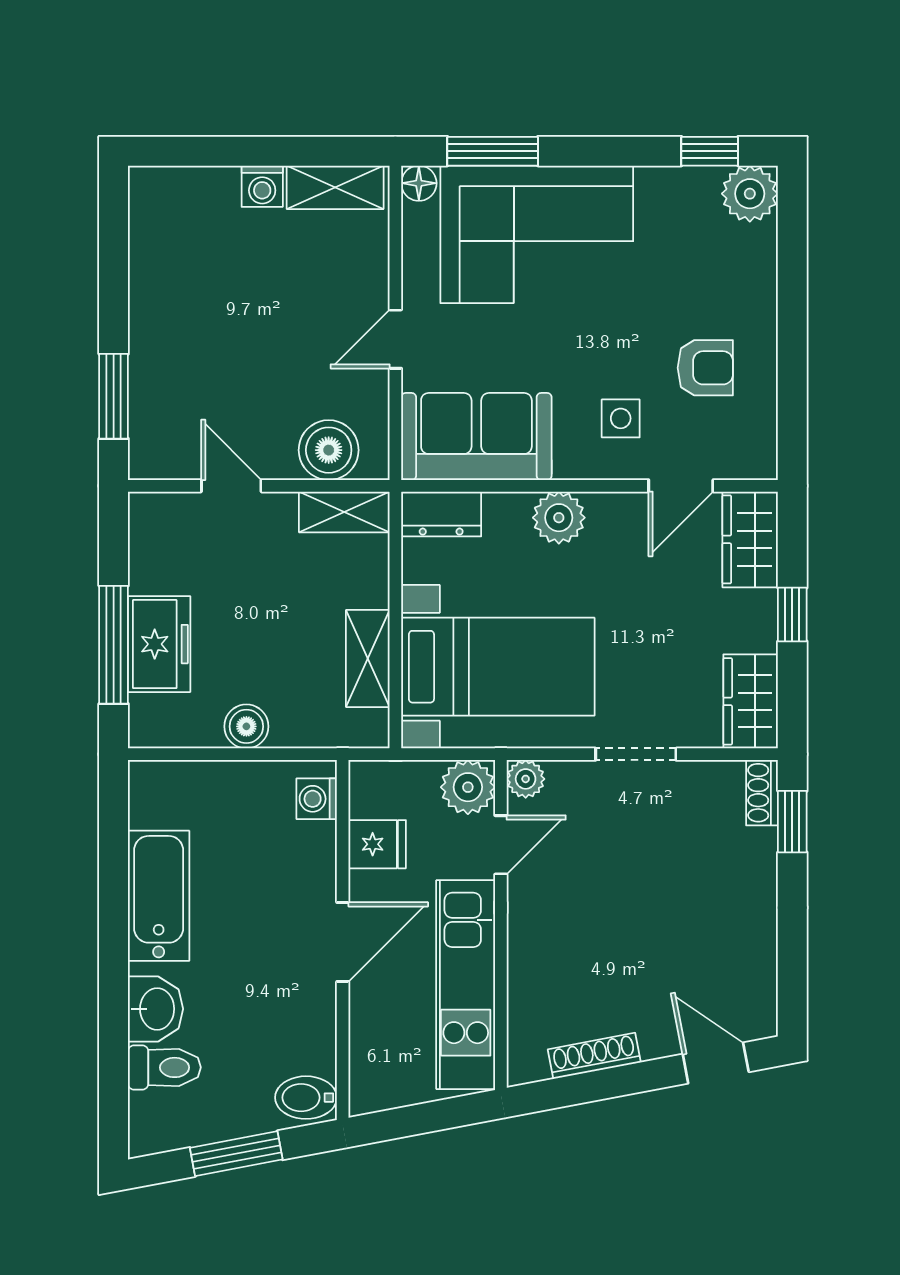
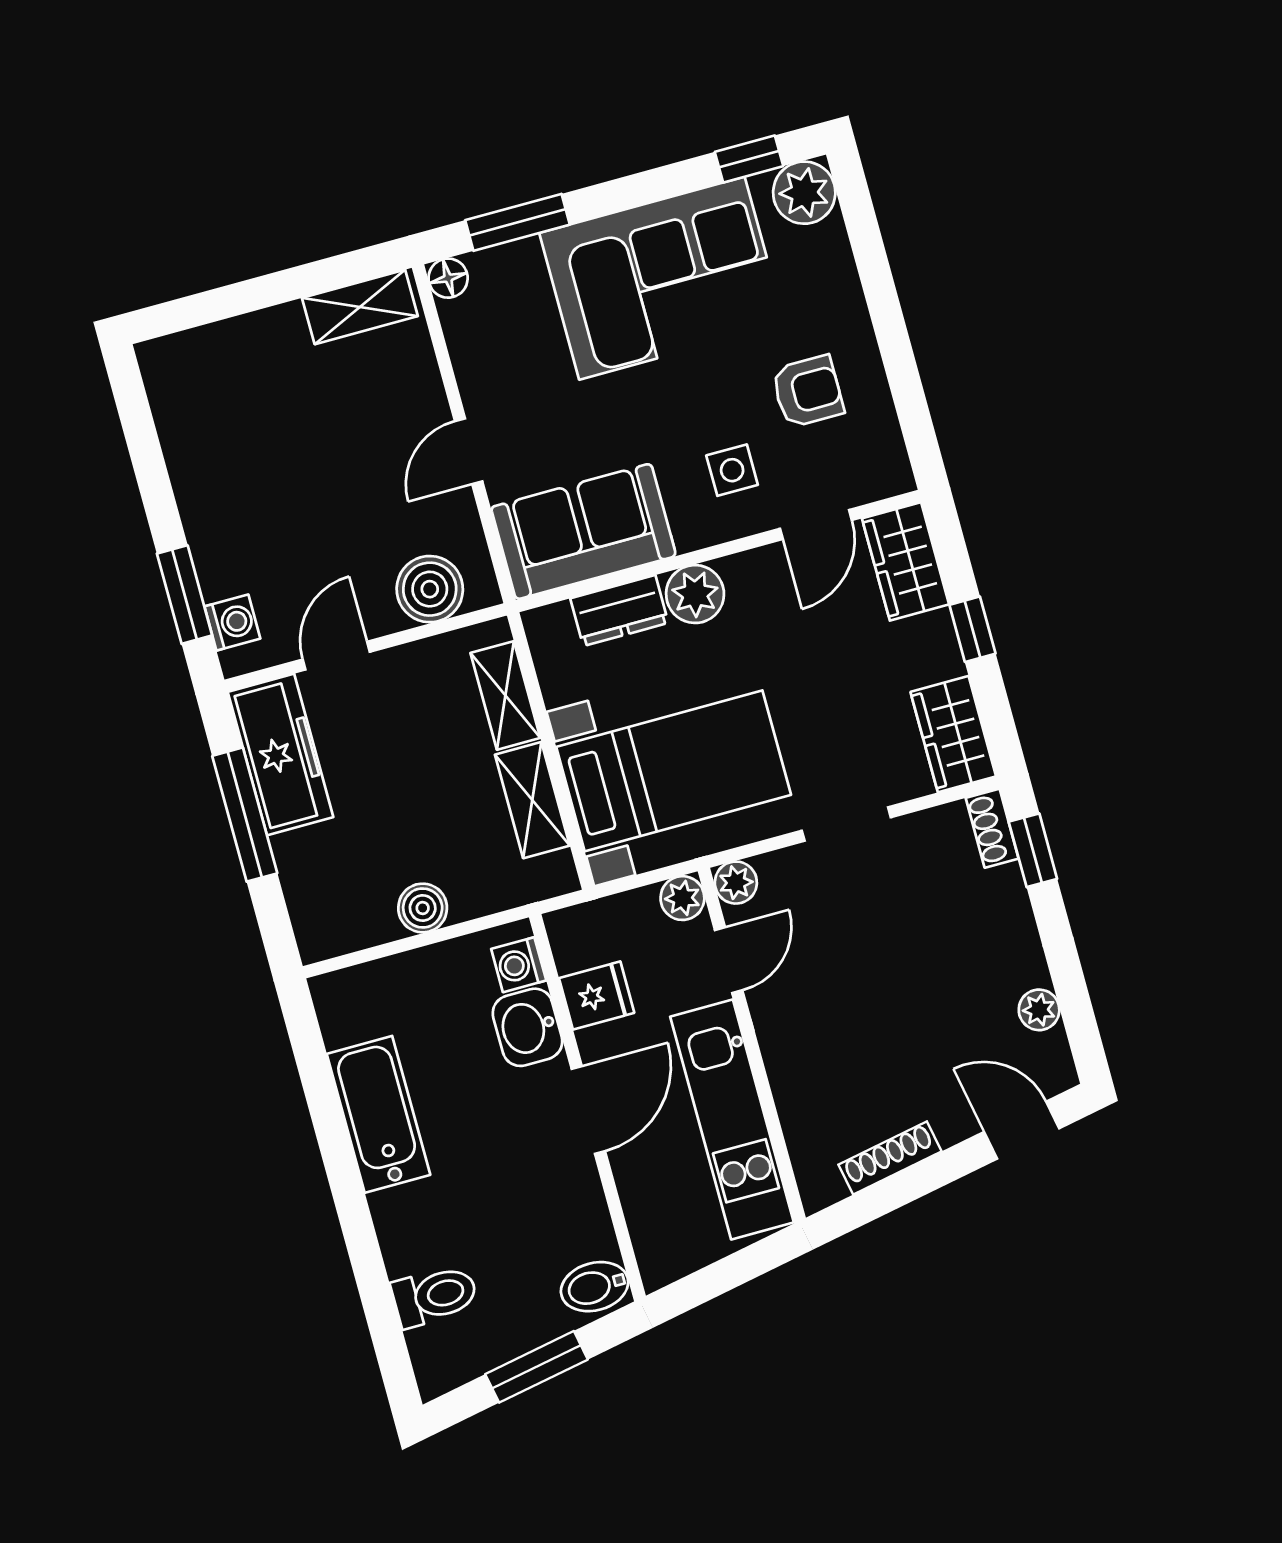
washing machine: (262, 186) -> (232, 623), moved, turned -90
corner sofa: (537, 234) -> (662, 278), moved
door: (231, 486) -> (336, 656), hinge flipped
shelving: (344, 512) -> (505, 695), moved, turned 90
dresser: (441, 514) -> (619, 611), moved
freezer: (159, 644) -> (281, 755), moved, width x1.40
window: (114, 645) -> (245, 815), moved
plant: (468, 787) -> (682, 898), width x0.73, depth x0.73
plant: (760, 962) -> (1039, 1010), added
washbasin: (155, 1009) -> (527, 1027), moved, turned 180

